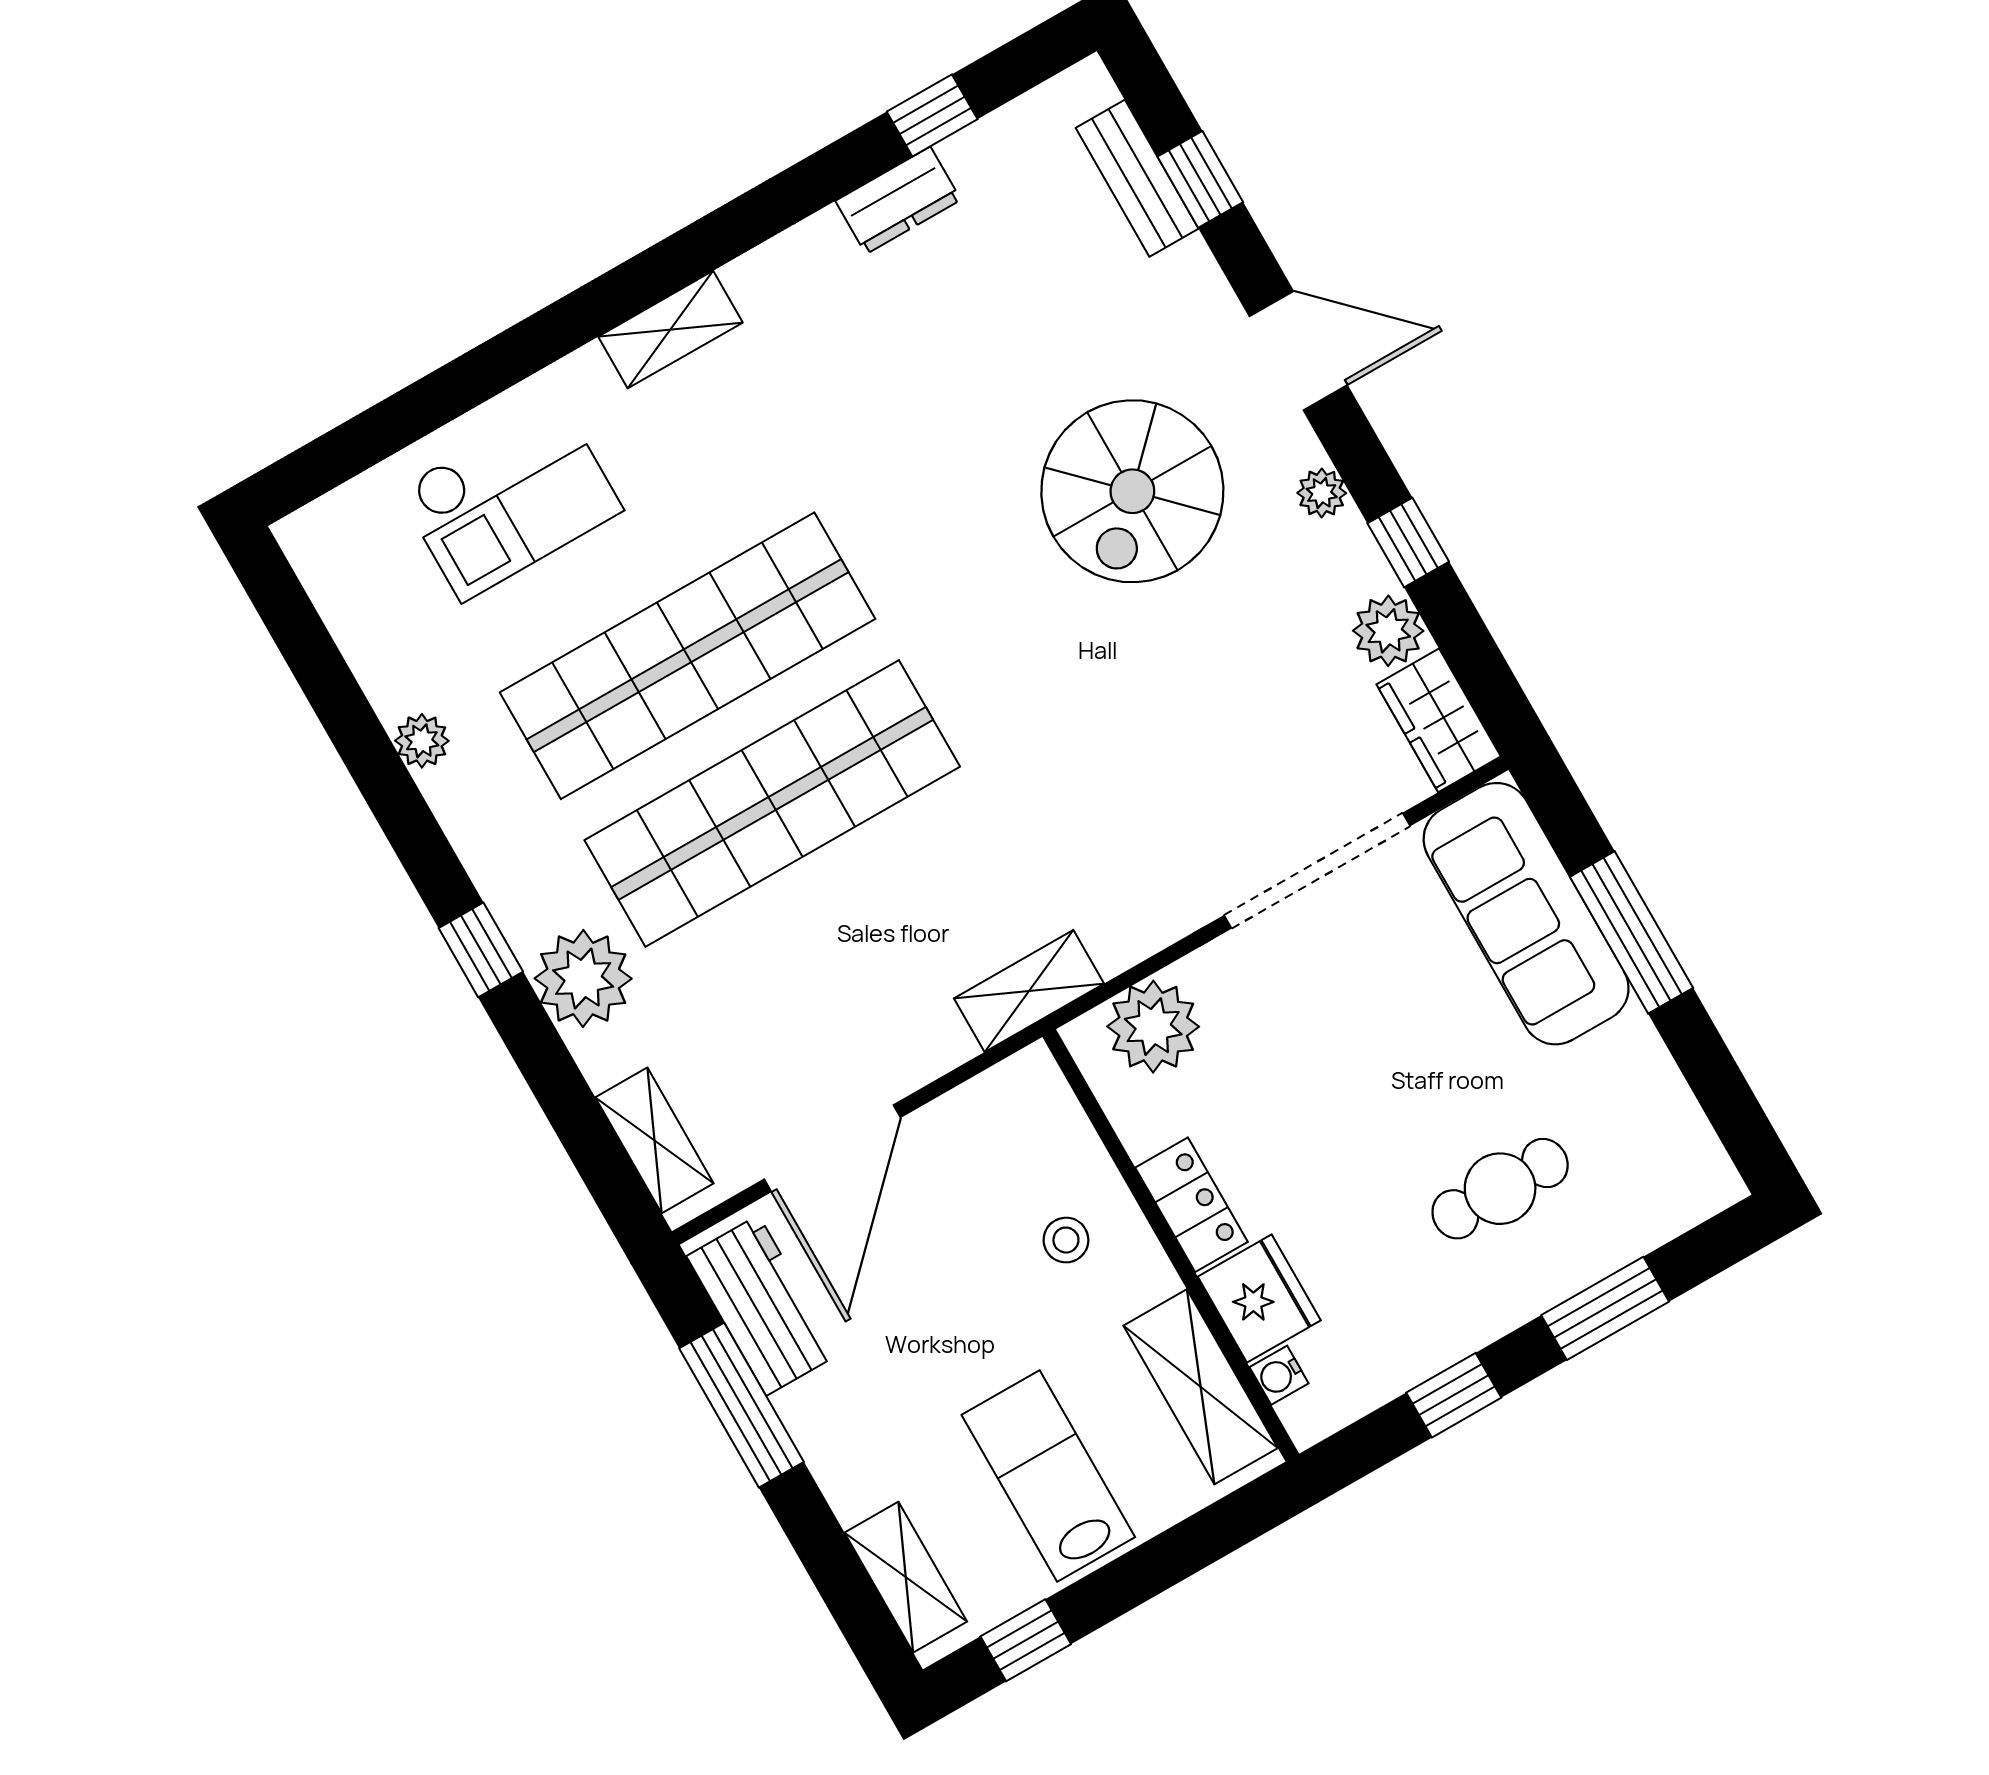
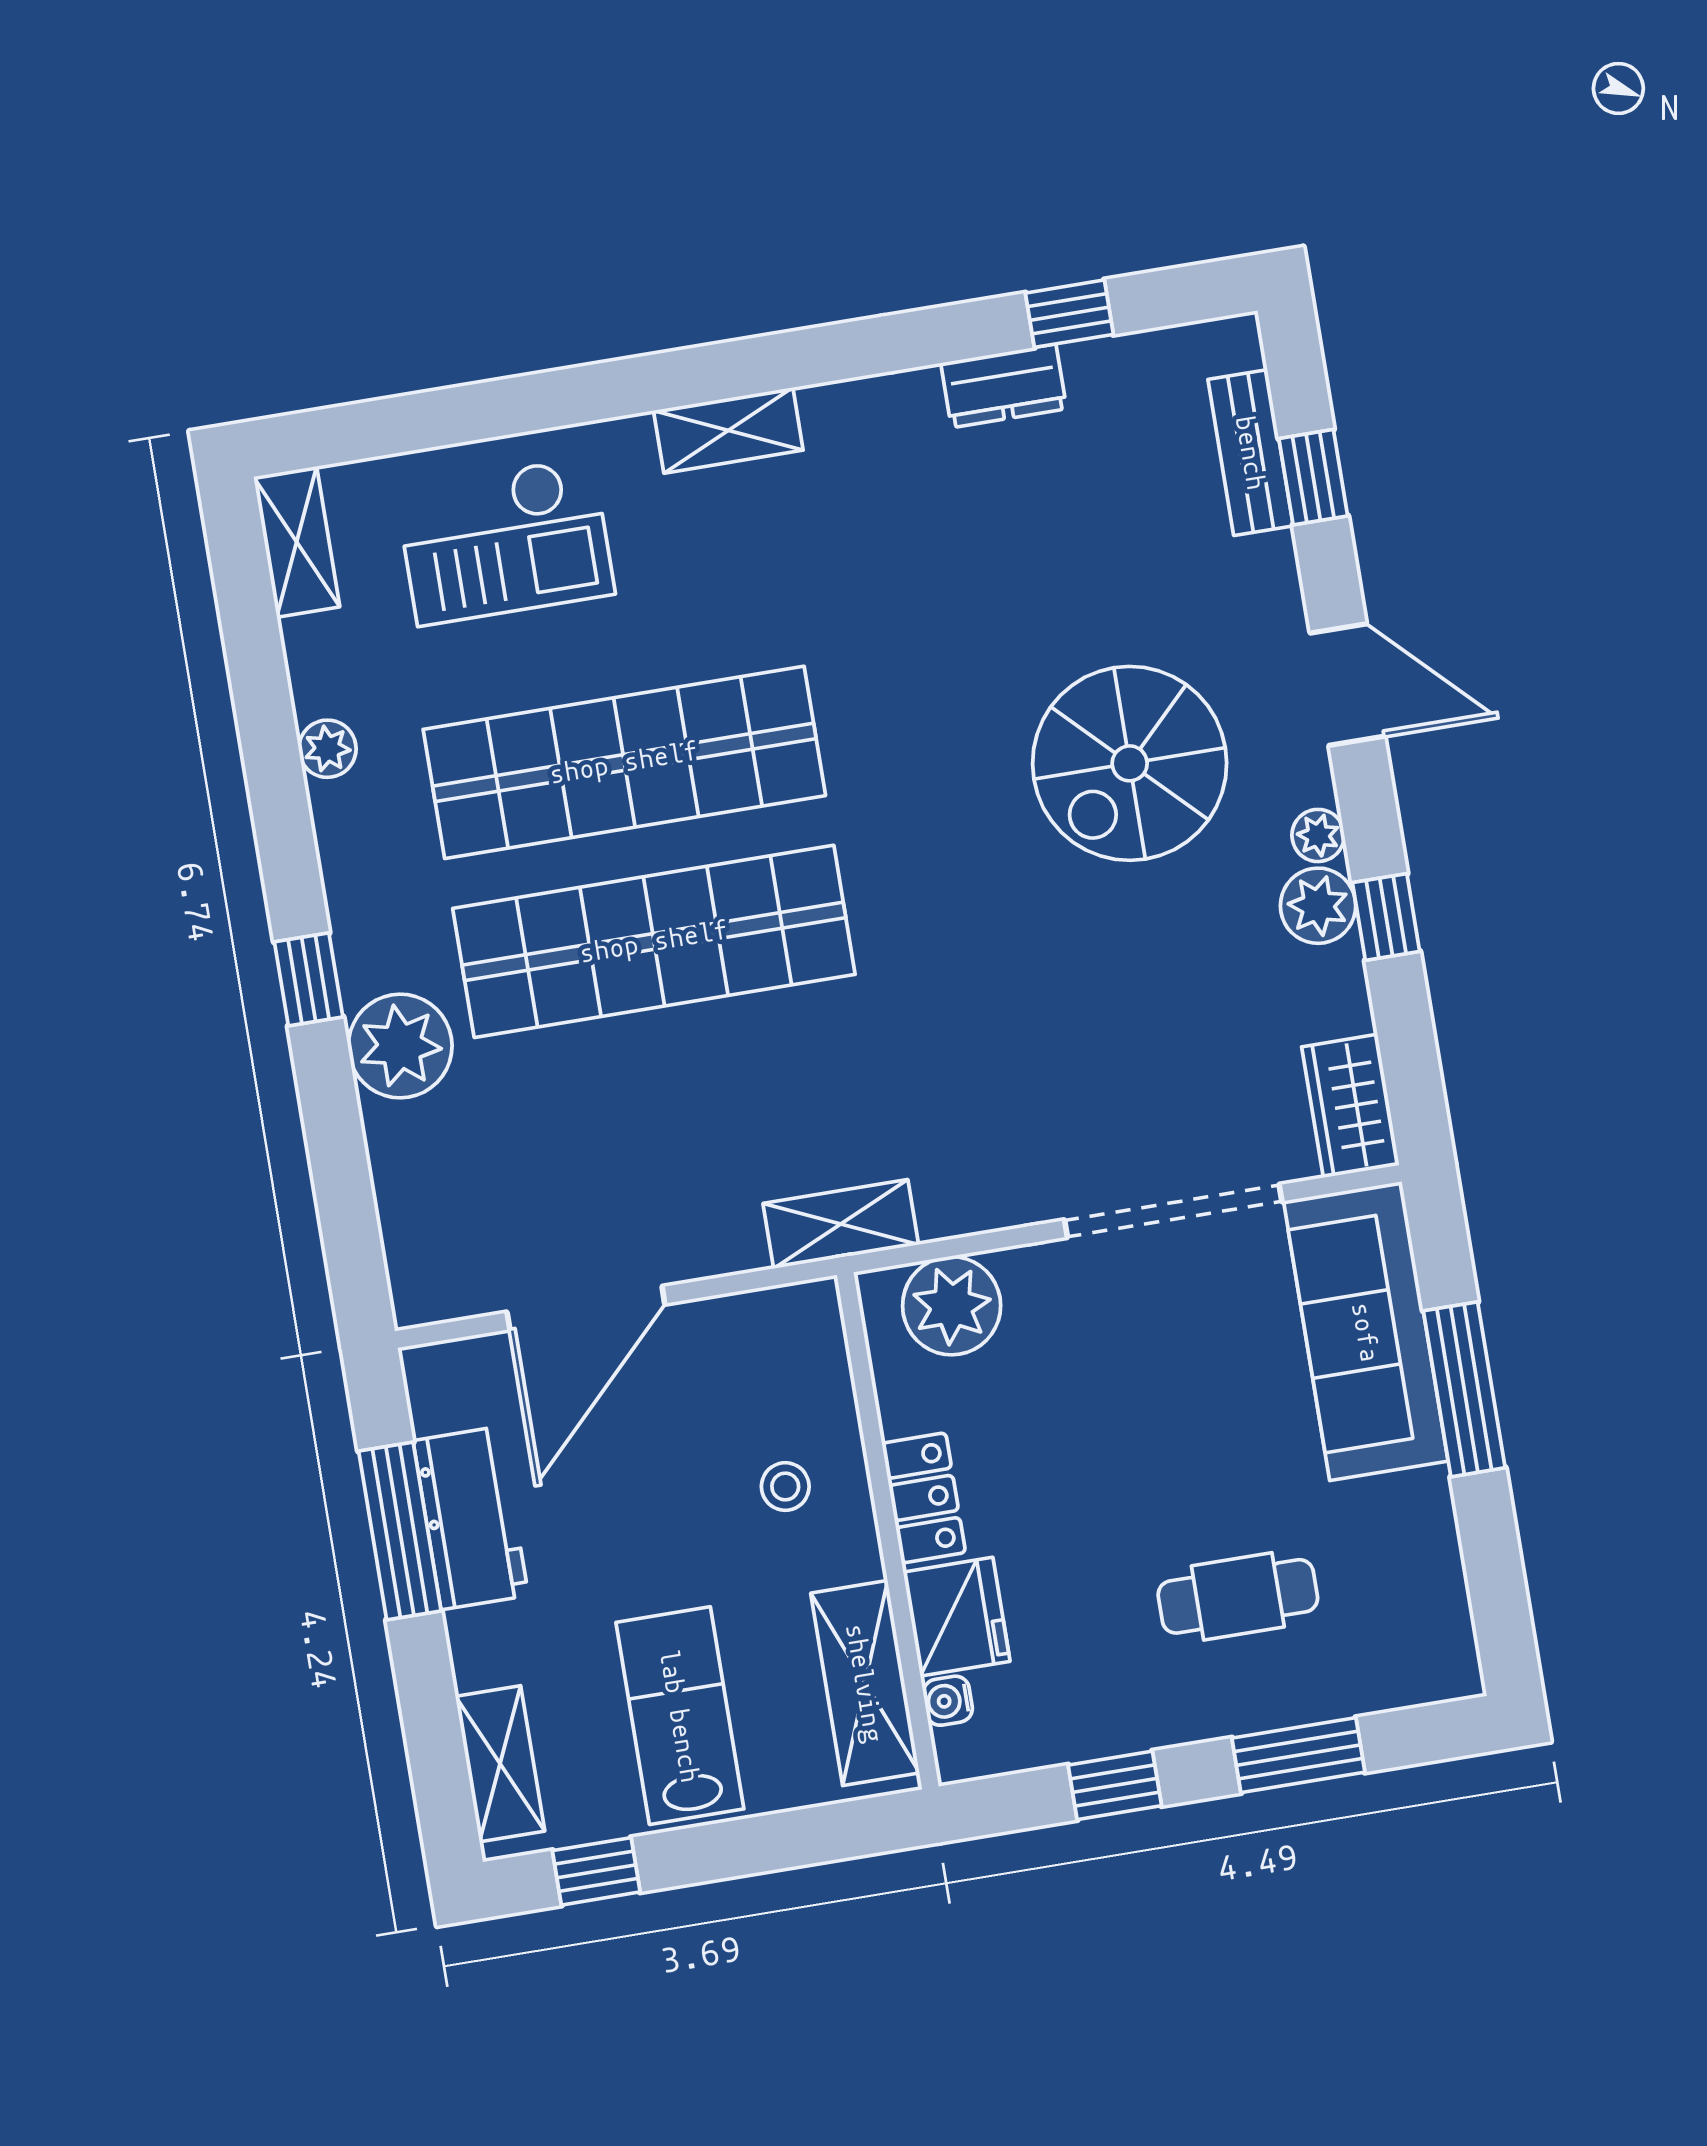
plant: (1388, 631) -> (1318, 906), moved
shelving: (654, 1140) -> (297, 542), moved
workbench: (762, 1305) -> (471, 1518), moved

